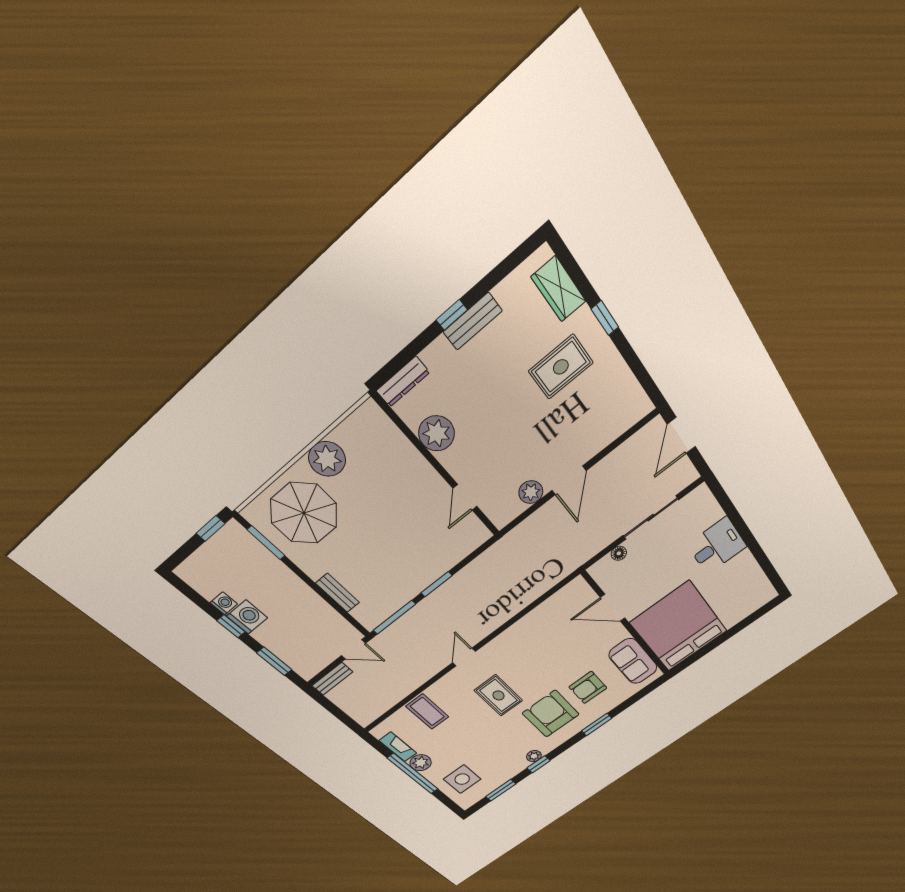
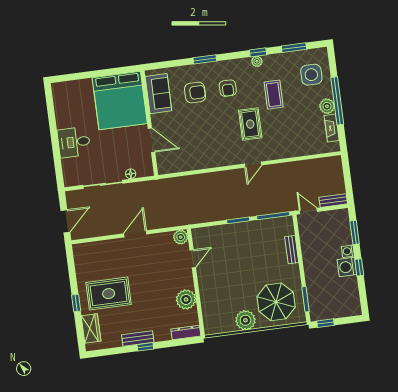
rug: (561, 367) -> (109, 294), width x1.36, depth x1.43
plant: (531, 492) -> (181, 237), moved
washing machine: (224, 603) -> (348, 251), moved
coffee table: (427, 712) -> (274, 95), moved
armchair: (551, 714) -> (228, 88), width x0.53, depth x0.53

